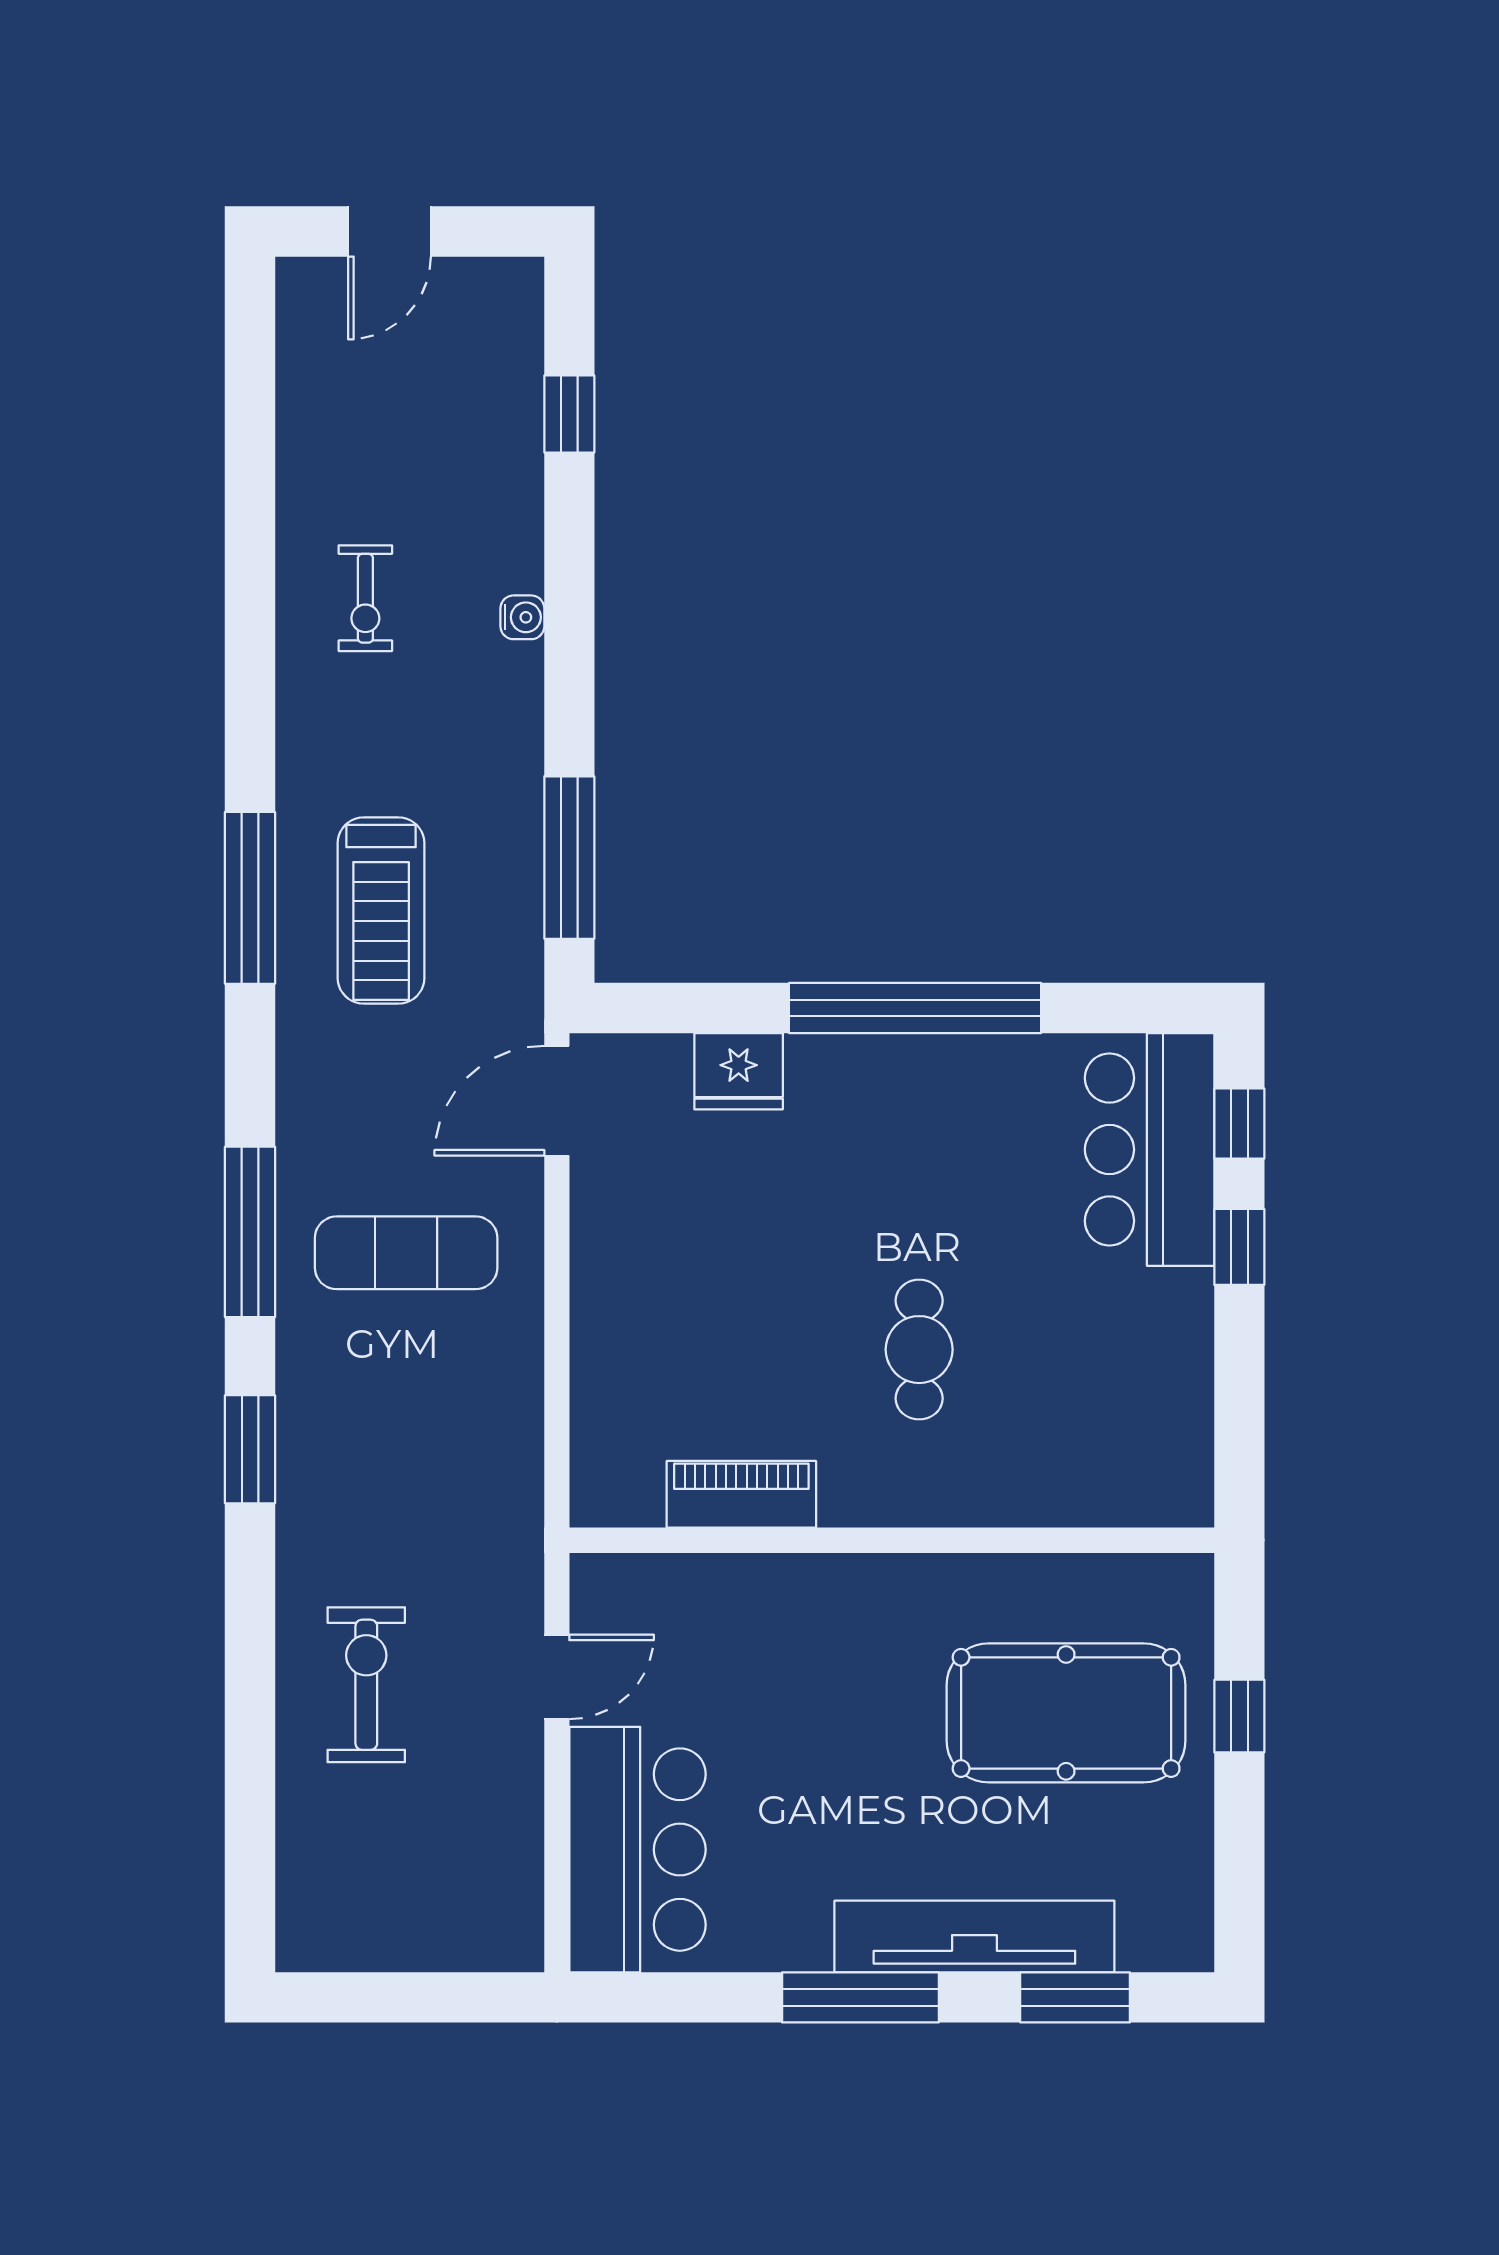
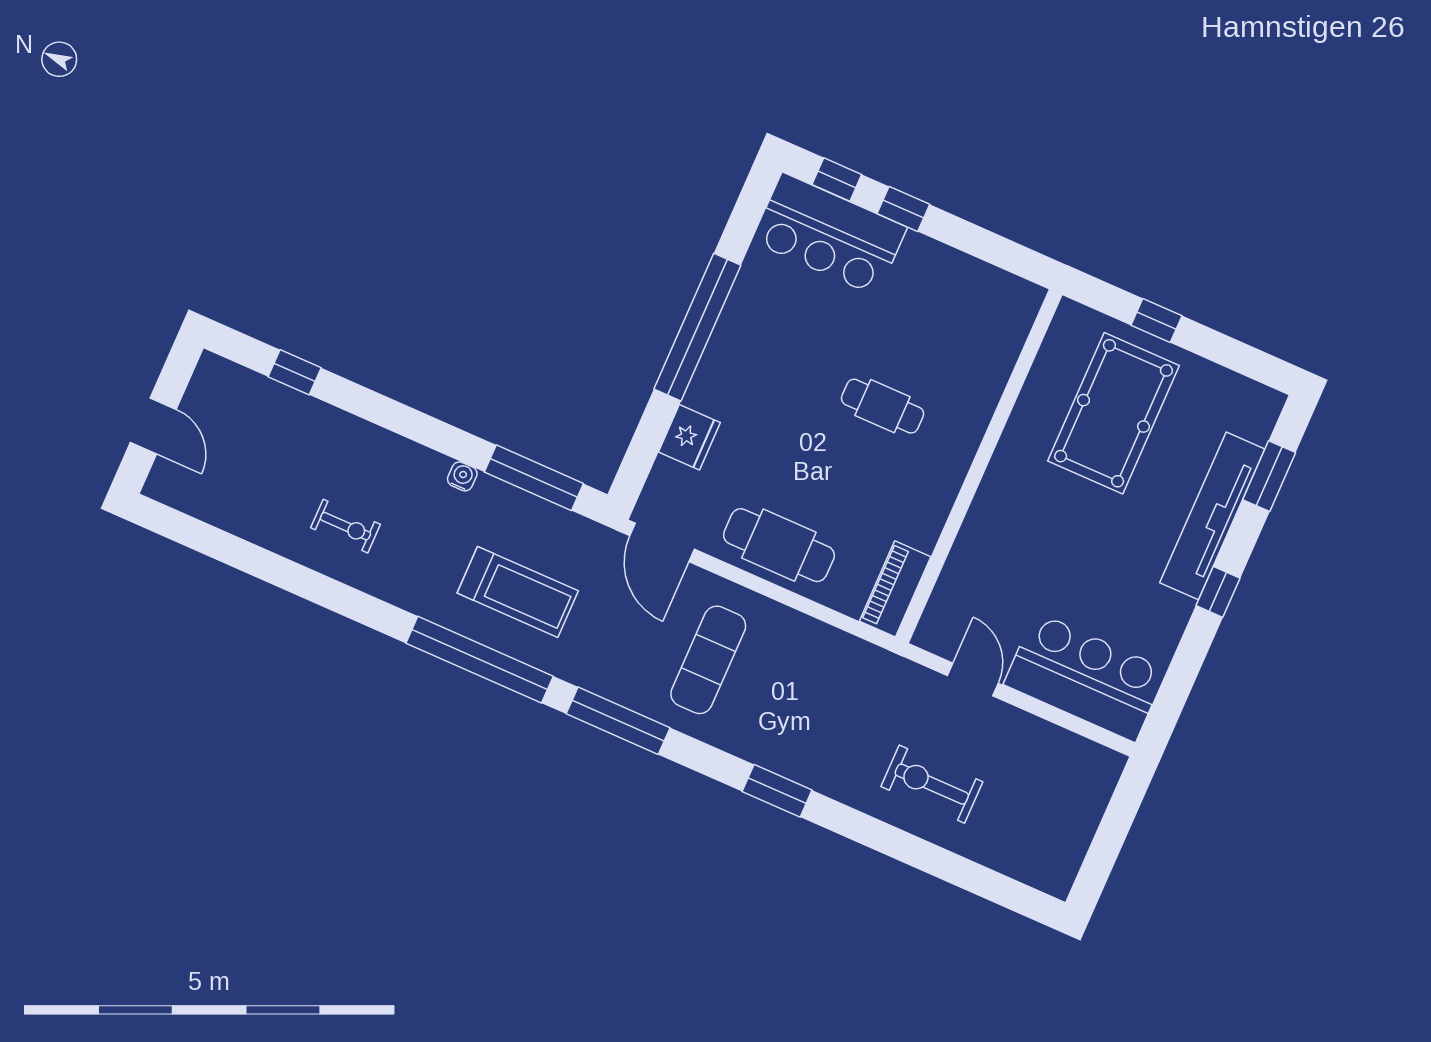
water cooler: (522, 617) -> (462, 476), moved
window: (250, 898) -> (480, 660), width x1.46
window: (250, 1232) -> (618, 721), moved
cafe table: (633, 1284) -> (779, 545), added
piano: (741, 1494) -> (895, 589), moved
window: (860, 1997) -> (1218, 592), width x0.46

